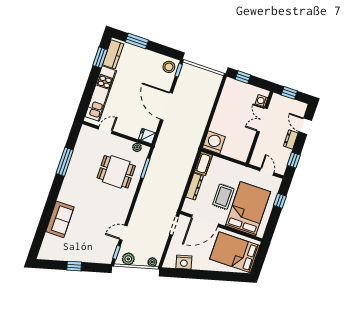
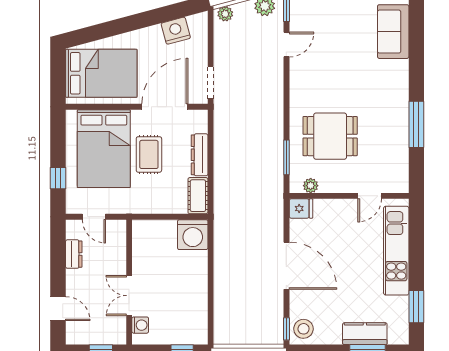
kitchen counter: (113, 54) -> (365, 334), moved, turned 90
double door: (262, 120) -> (129, 296), swing flipped
dresser: (291, 140) -> (74, 254), moved
window: (294, 160) -> (58, 249), removed

